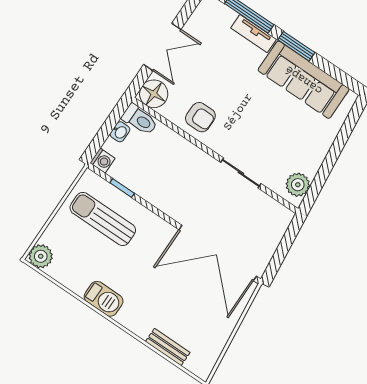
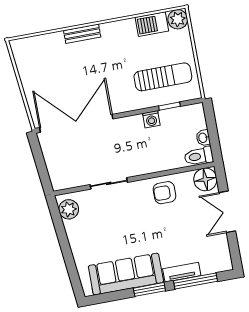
washing machine: (103, 161) -> (151, 119), moved, turned -90
barbecue: (104, 299) -> (152, 24), moved
bench: (168, 347) -> (82, 34), moved

